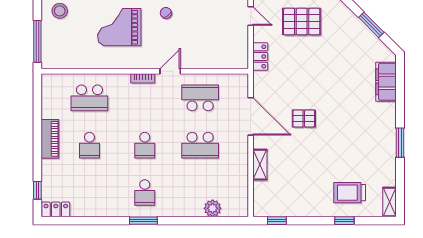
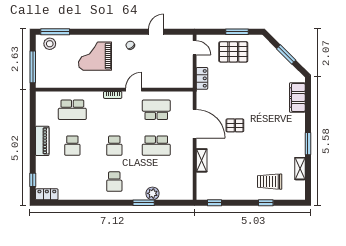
shelving: (390, 202) -> (300, 169), moved
plant: (213, 208) -> (152, 193), moved
window: (143, 221) -> (144, 203), moved

